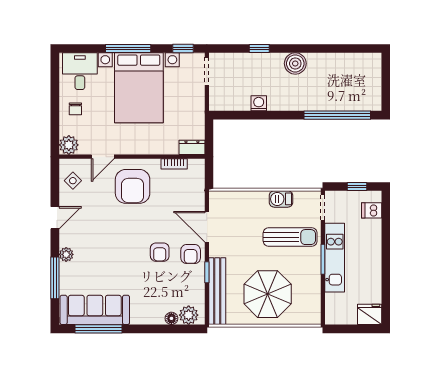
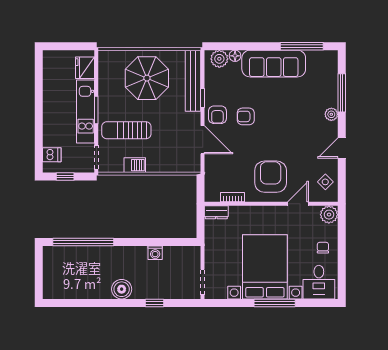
window: (183, 48) -> (224, 303), removed
armchair: (160, 252) -> (246, 116), turned -90
armchair: (191, 254) -> (217, 115), turned 180
sofa: (95, 310) -> (274, 64), moved
fridge: (370, 314) -> (85, 68), moved, turned 90

